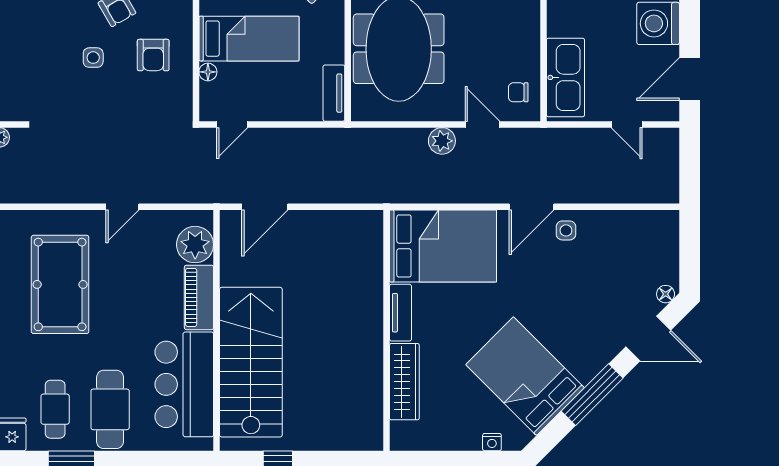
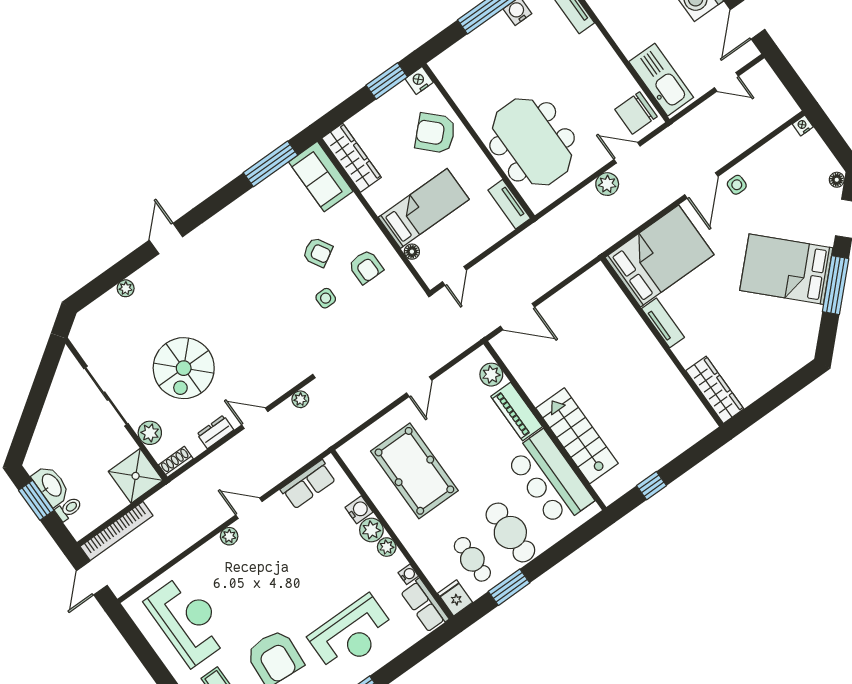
chair: (518, 92) -> (636, 113), width x1.87, depth x1.87
door: (265, 207) -> (517, 317), hinge flipped
plant: (195, 245) -> (491, 375), width x0.73, depth x0.73
stairs: (251, 362) -> (577, 436), width x0.73, depth x0.66
bed: (525, 376) -> (786, 269), moved
wardrobe: (404, 382) -> (715, 390), moved
nightstand: (492, 442) -> (803, 125), moved, turned 180

